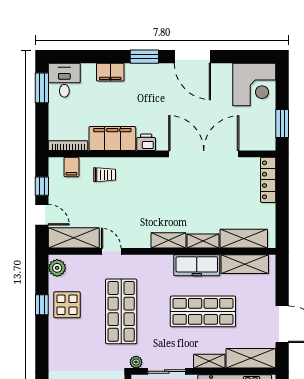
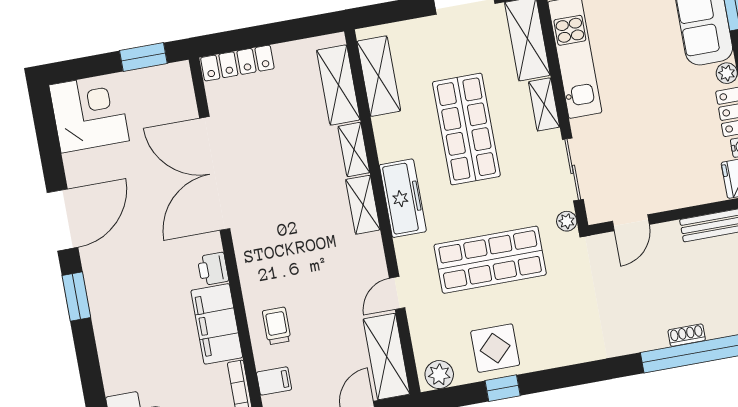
filing cabinet: (110, 72) -> (111, 346), removed
freezer: (197, 265) -> (403, 198), moved

